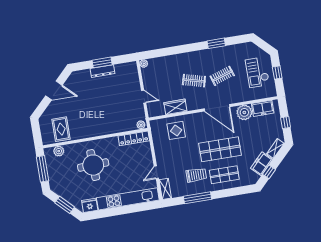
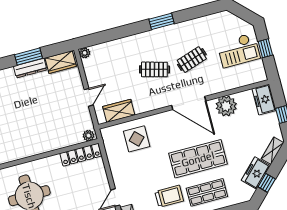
window: (216, 43) -> (162, 21), moved
wardrobe: (125, 69) -> (61, 62), added
checkout: (257, 72) -> (239, 50), turned -90
door: (144, 97) -> (89, 97), hinge flipped
wardrobe: (175, 107) -> (119, 111), moved
freezer: (263, 108) -> (264, 100), moved, turned 90

